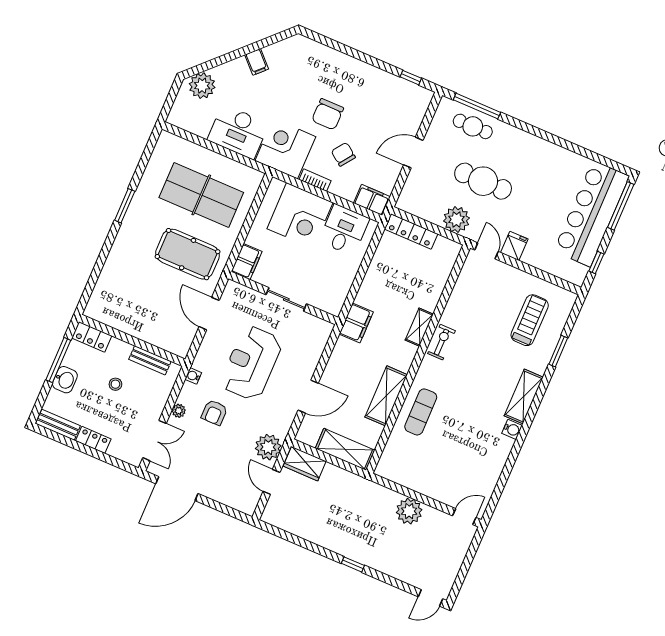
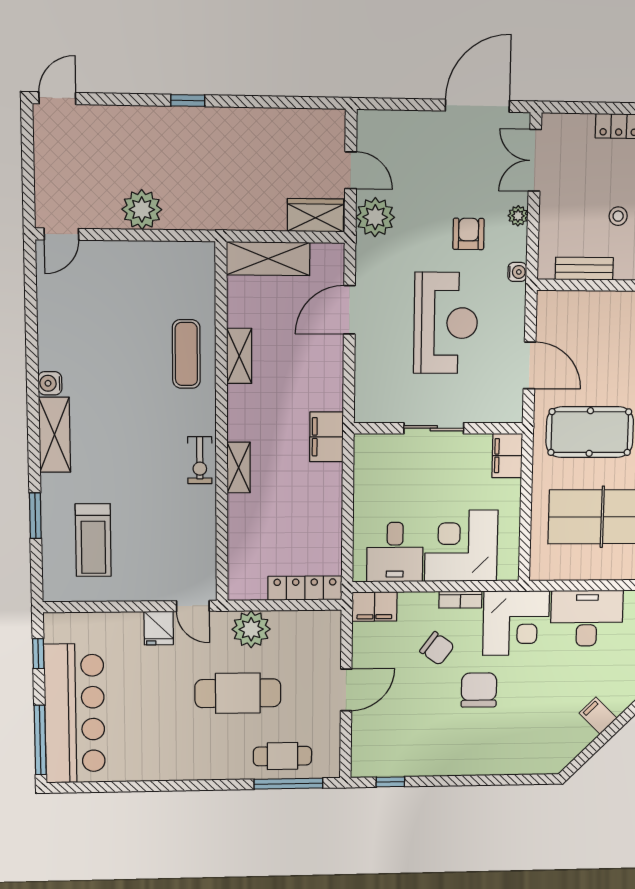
shelving: (386, 396) -> (239, 356), width x0.67, depth x0.75

